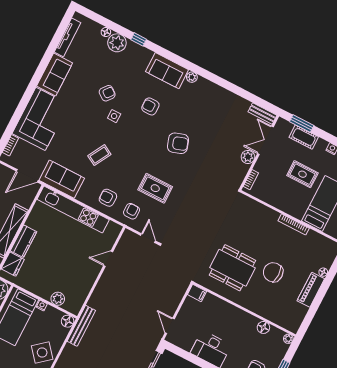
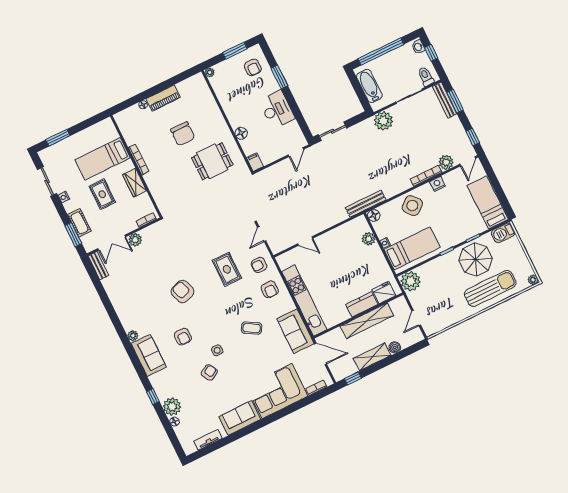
tv unit: (68, 37) -> (208, 440), width x0.71
armchair: (107, 93) -> (209, 372), turned 113
wardrobe: (283, 203) -> (135, 183), added
dining table: (232, 268) -> (212, 161), width x0.73
floor lamp: (263, 327) -> (241, 133), moved

